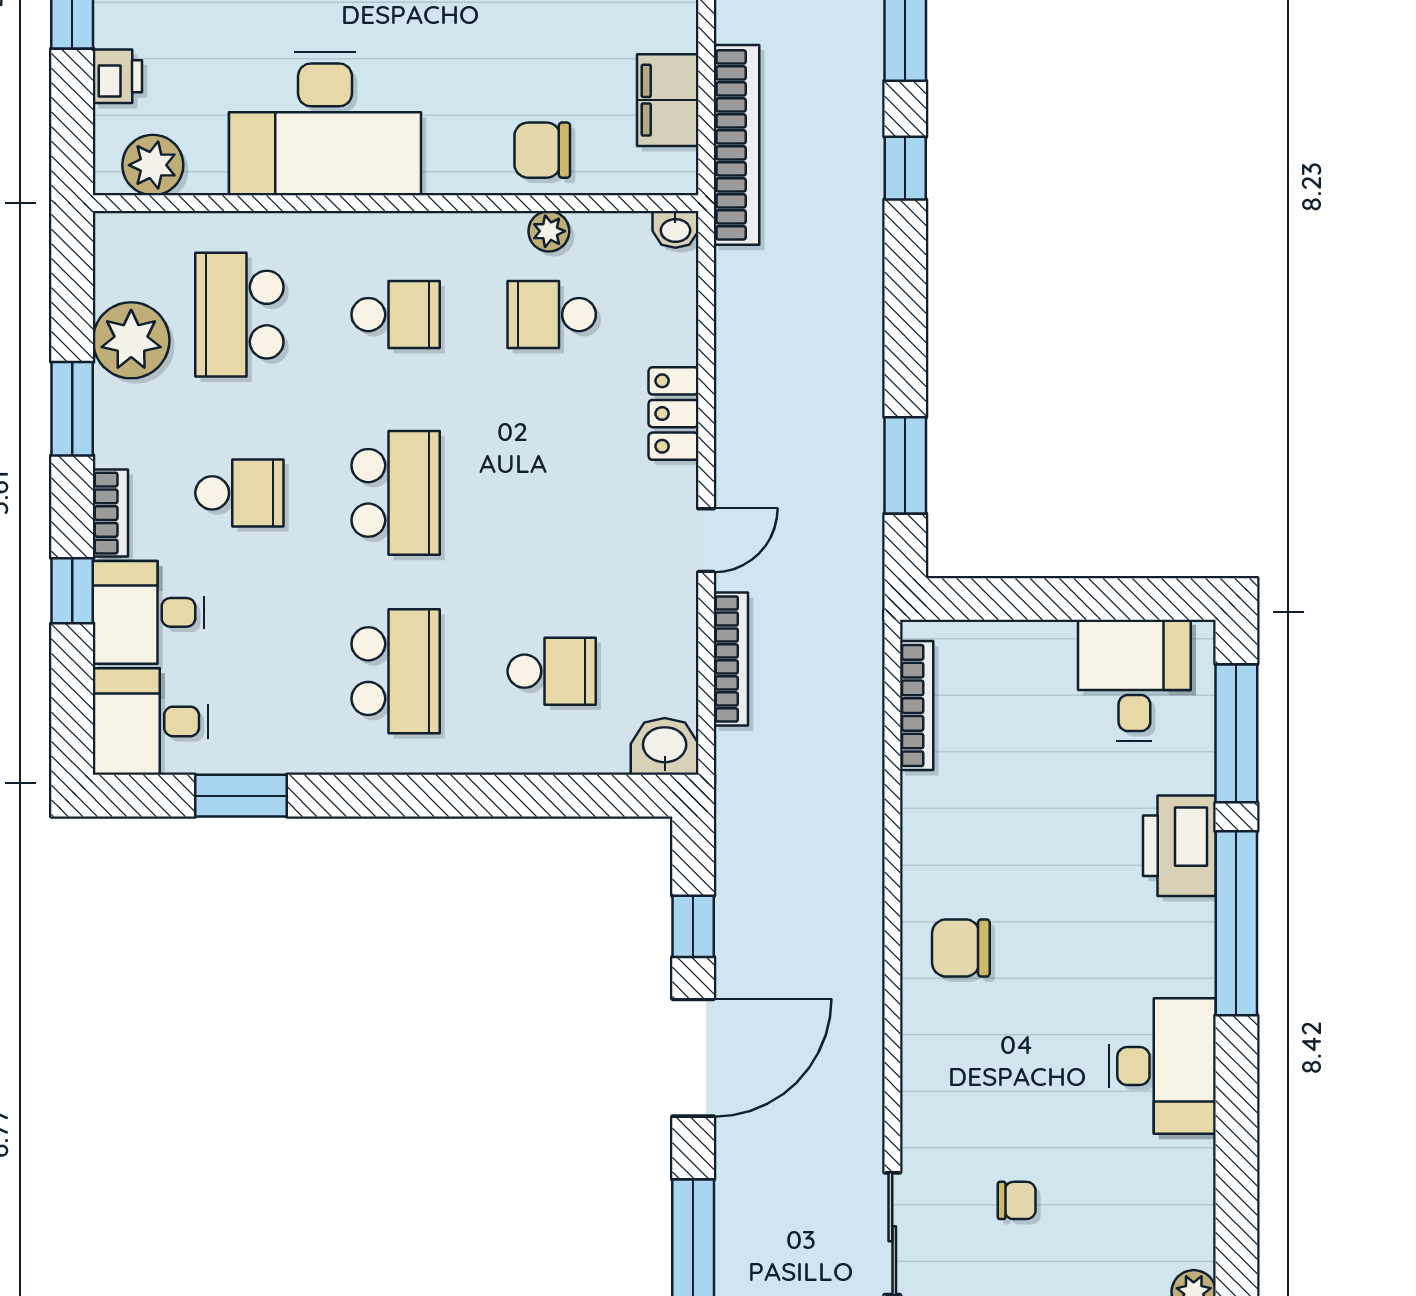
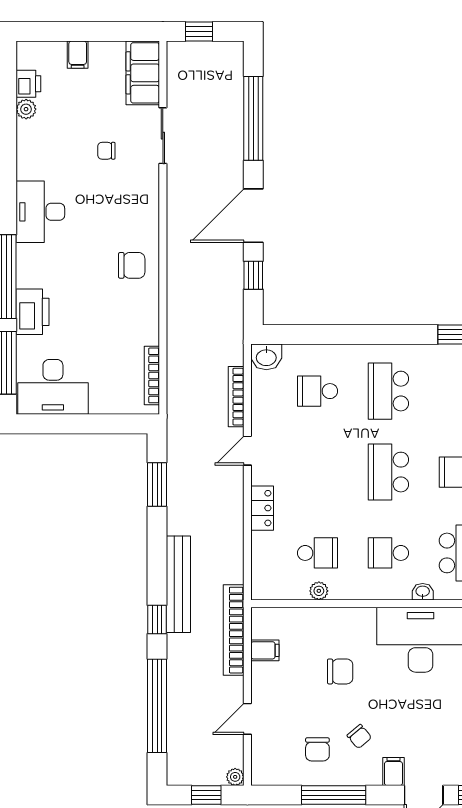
filing cabinet: (668, 100) -> (265, 650), width x0.50
chair: (542, 150) -> (340, 671), moved
washbasin: (675, 229) -> (423, 592), moved
bench: (858, 246) -> (178, 584), added
desk: (1134, 680) -> (53, 387), width x1.37

